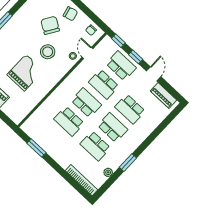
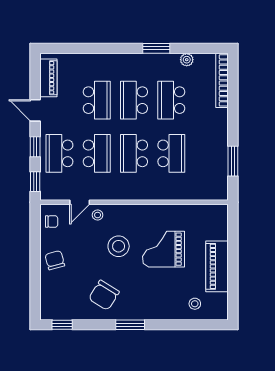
chair: (50, 25) -> (104, 295), moved
door: (154, 74) -> (35, 110), hinge flipped
school desk: (95, 146) -> (171, 100), turned 180

